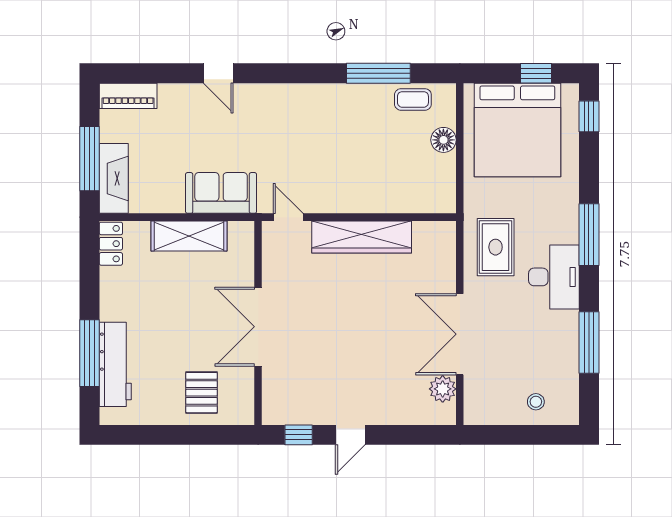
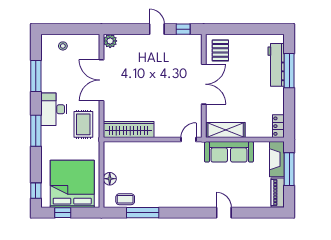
piano: (128, 96) -> (278, 193), moved, turned -90
sofa: (221, 193) -> (229, 152), width x1.36
door: (288, 217) -> (188, 140), swing flipped
shelving: (189, 236) -> (226, 130), moved
wardrobe: (362, 237) -> (129, 130), moved
double door: (460, 334) -> (101, 80), swing flipped
plant: (443, 389) -> (110, 41), moved
pallet: (201, 393) -> (220, 50), moved
door: (350, 435) -> (157, 29), hinge flipped

